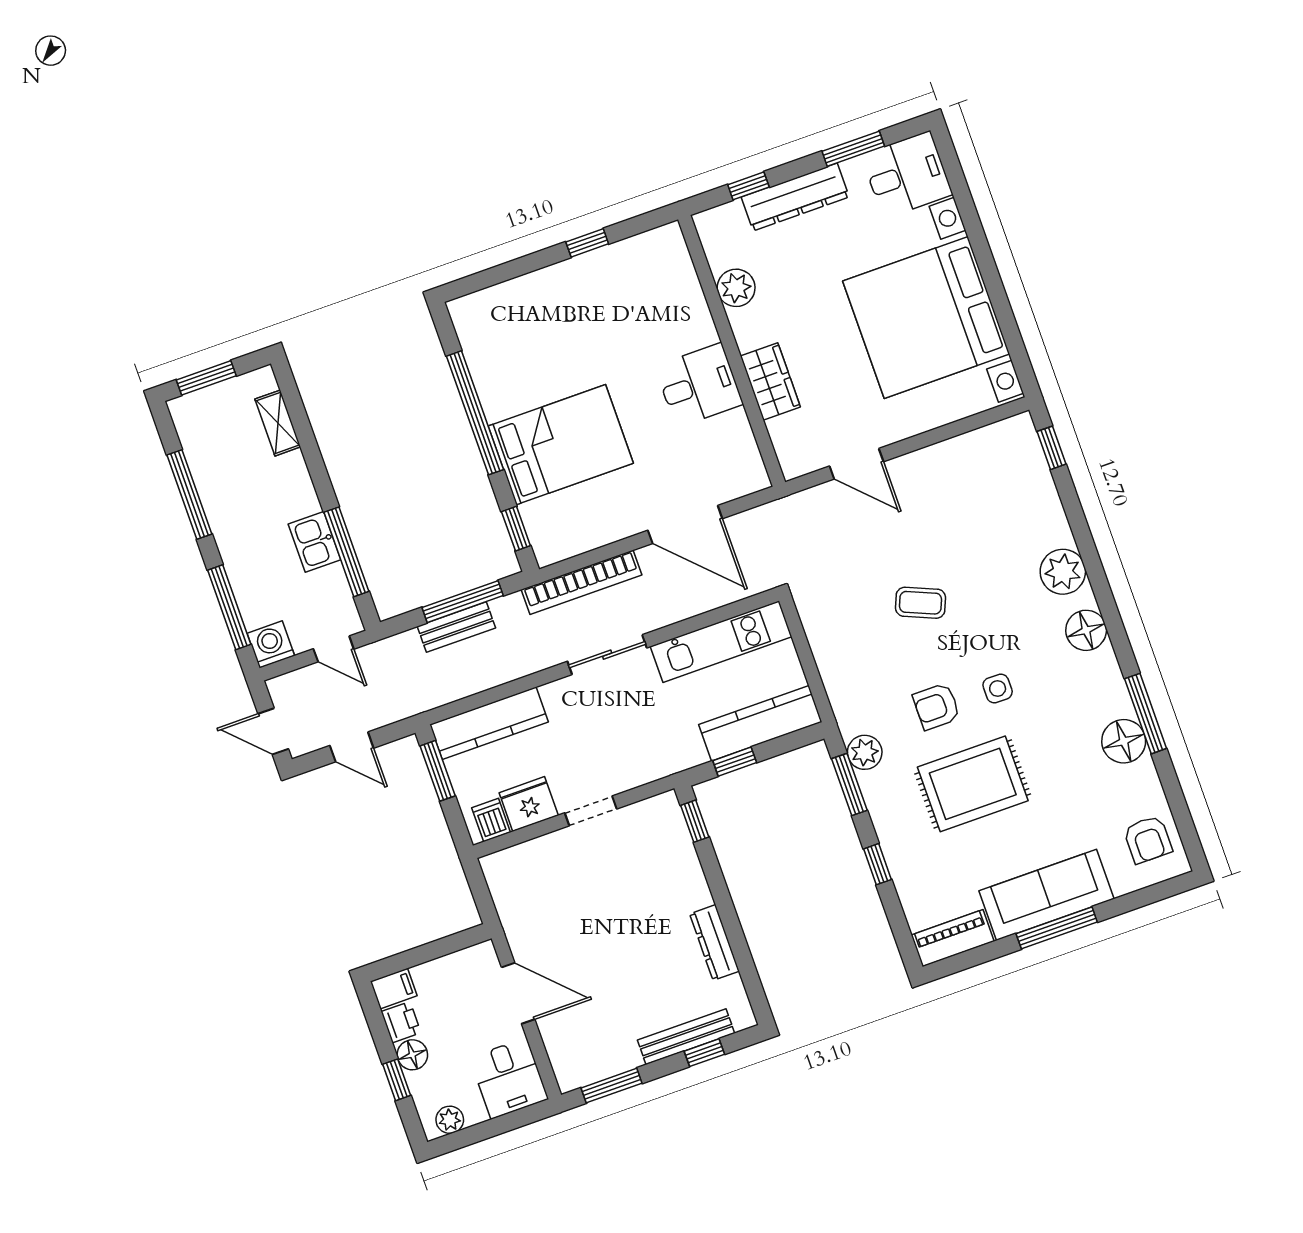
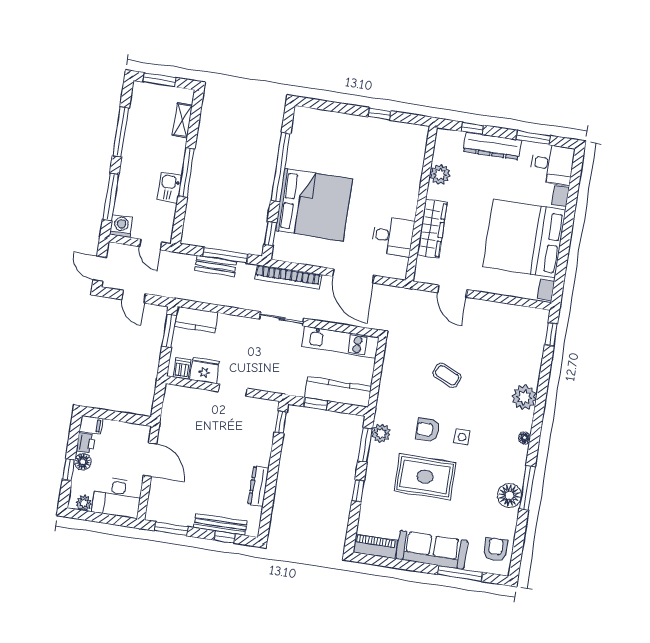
wardrobe: (770, 381) -> (432, 229), width x1.50
desk: (699, 385) -> (393, 236), moved
bed: (561, 445) -> (314, 205), width x1.36
window: (346, 552) -> (186, 172), moved
floor lamp: (1086, 630) -> (524, 438), width x0.53, depth x0.53
kitchen counter: (489, 723) -> (196, 319), width x0.67
armchair: (1148, 839) -> (495, 549), turned 180
window: (1057, 928) -> (460, 573), moved
desk: (509, 1078) -> (117, 497), width x1.37

